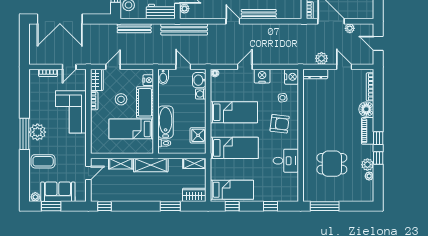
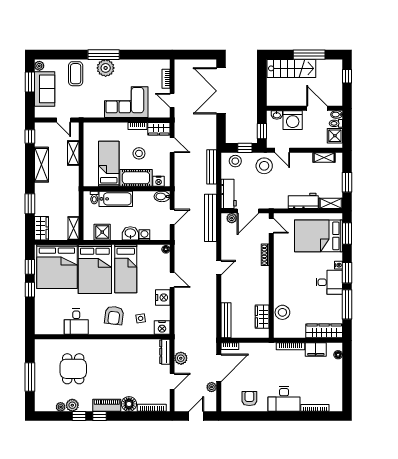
bench: (259, 14) -> (226, 320), moved
washbasin: (199, 80) -> (130, 233), moved
bed: (234, 148) -> (95, 269), width x1.50
shelving: (151, 165) -> (41, 165), moved
bed: (232, 190) -> (57, 267), width x2.04
window: (271, 206) -> (30, 290), moved
window: (325, 206) -> (30, 377), moved

